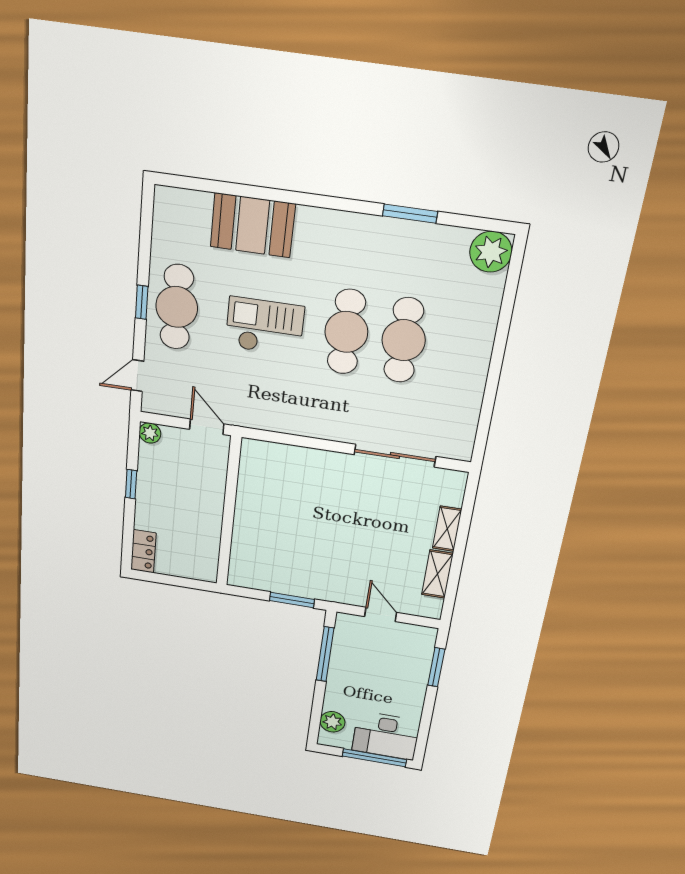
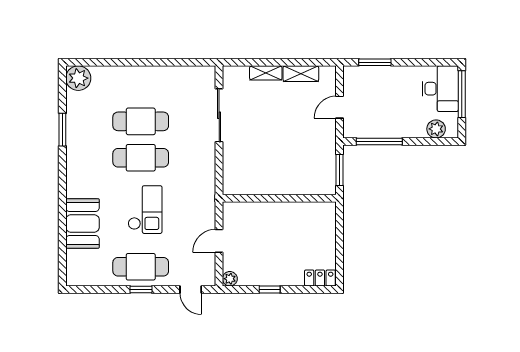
checkout: (265, 327) -> (145, 210), turned 180
wall: (229, 512) -> (279, 198), moved

